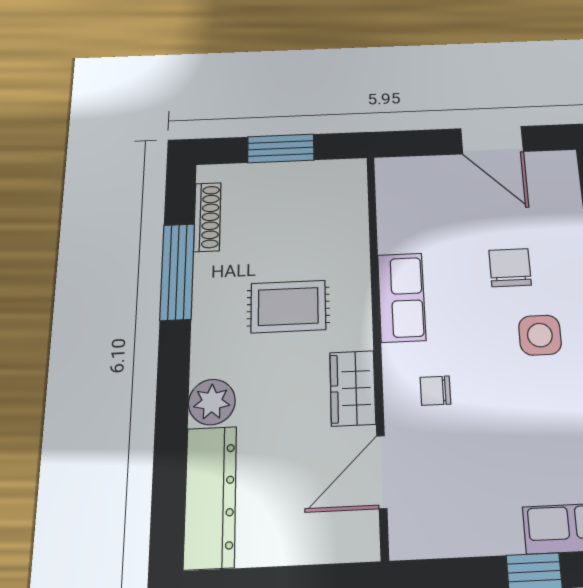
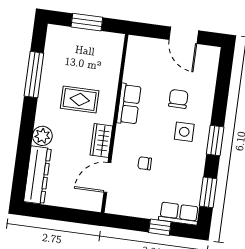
shoe rack: (207, 217) -> (50, 51), removed
chair: (435, 391) -> (145, 163), moved

